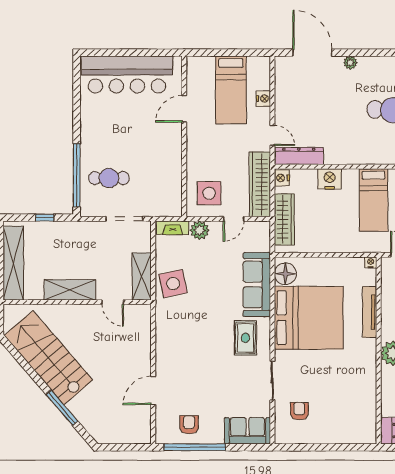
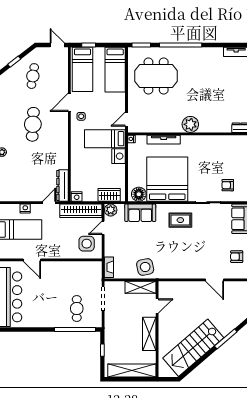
nightstand: (330, 179) -> (119, 156), moved, turned 180
bed: (373, 200) -> (105, 139), moved, turned 180
door: (234, 219) -> (103, 228), swing flipped
wardrobe: (284, 219) -> (109, 195), width x0.67
plant: (200, 230) -> (111, 210), moved
sofa: (257, 285) -> (140, 213), width x0.73

